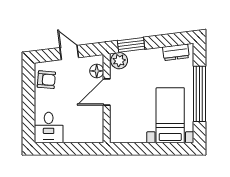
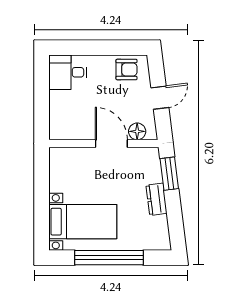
dresser: (176, 52) -> (156, 199), moved
plant: (119, 61) -> (150, 159), removed
armchair: (46, 80) -> (126, 69), turned -95

